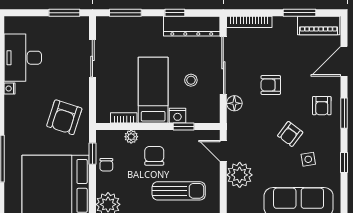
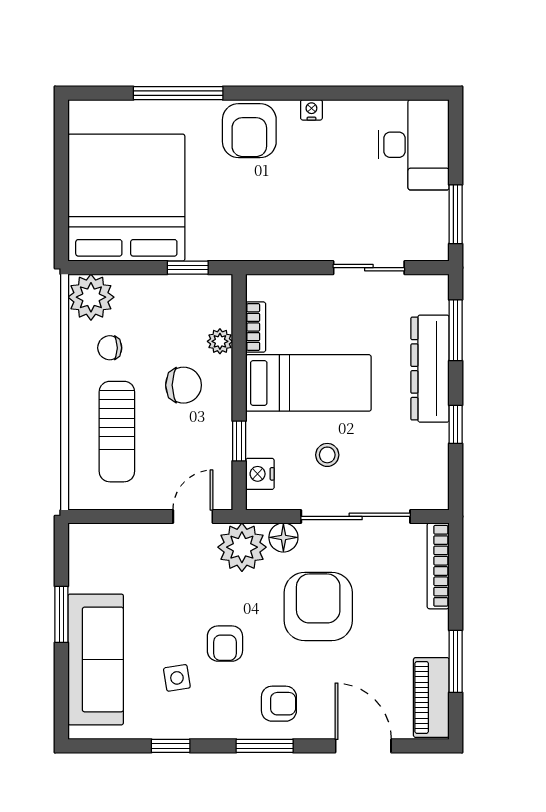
dresser: (192, 26) -> (430, 369), moved
desk: (23, 58) -> (414, 145), moved, turned 90
armchair: (271, 85) -> (318, 607), width x1.88, depth x1.88
armchair: (322, 106) -> (279, 704), turned 180
nightstand: (178, 116) -> (260, 474), moved
armchair: (64, 117) -> (249, 131), moved, turned -108
armchair: (290, 134) -> (225, 644), turned -127
chair: (106, 165) -> (110, 348), moved
plant: (240, 175) -> (242, 547), moved

